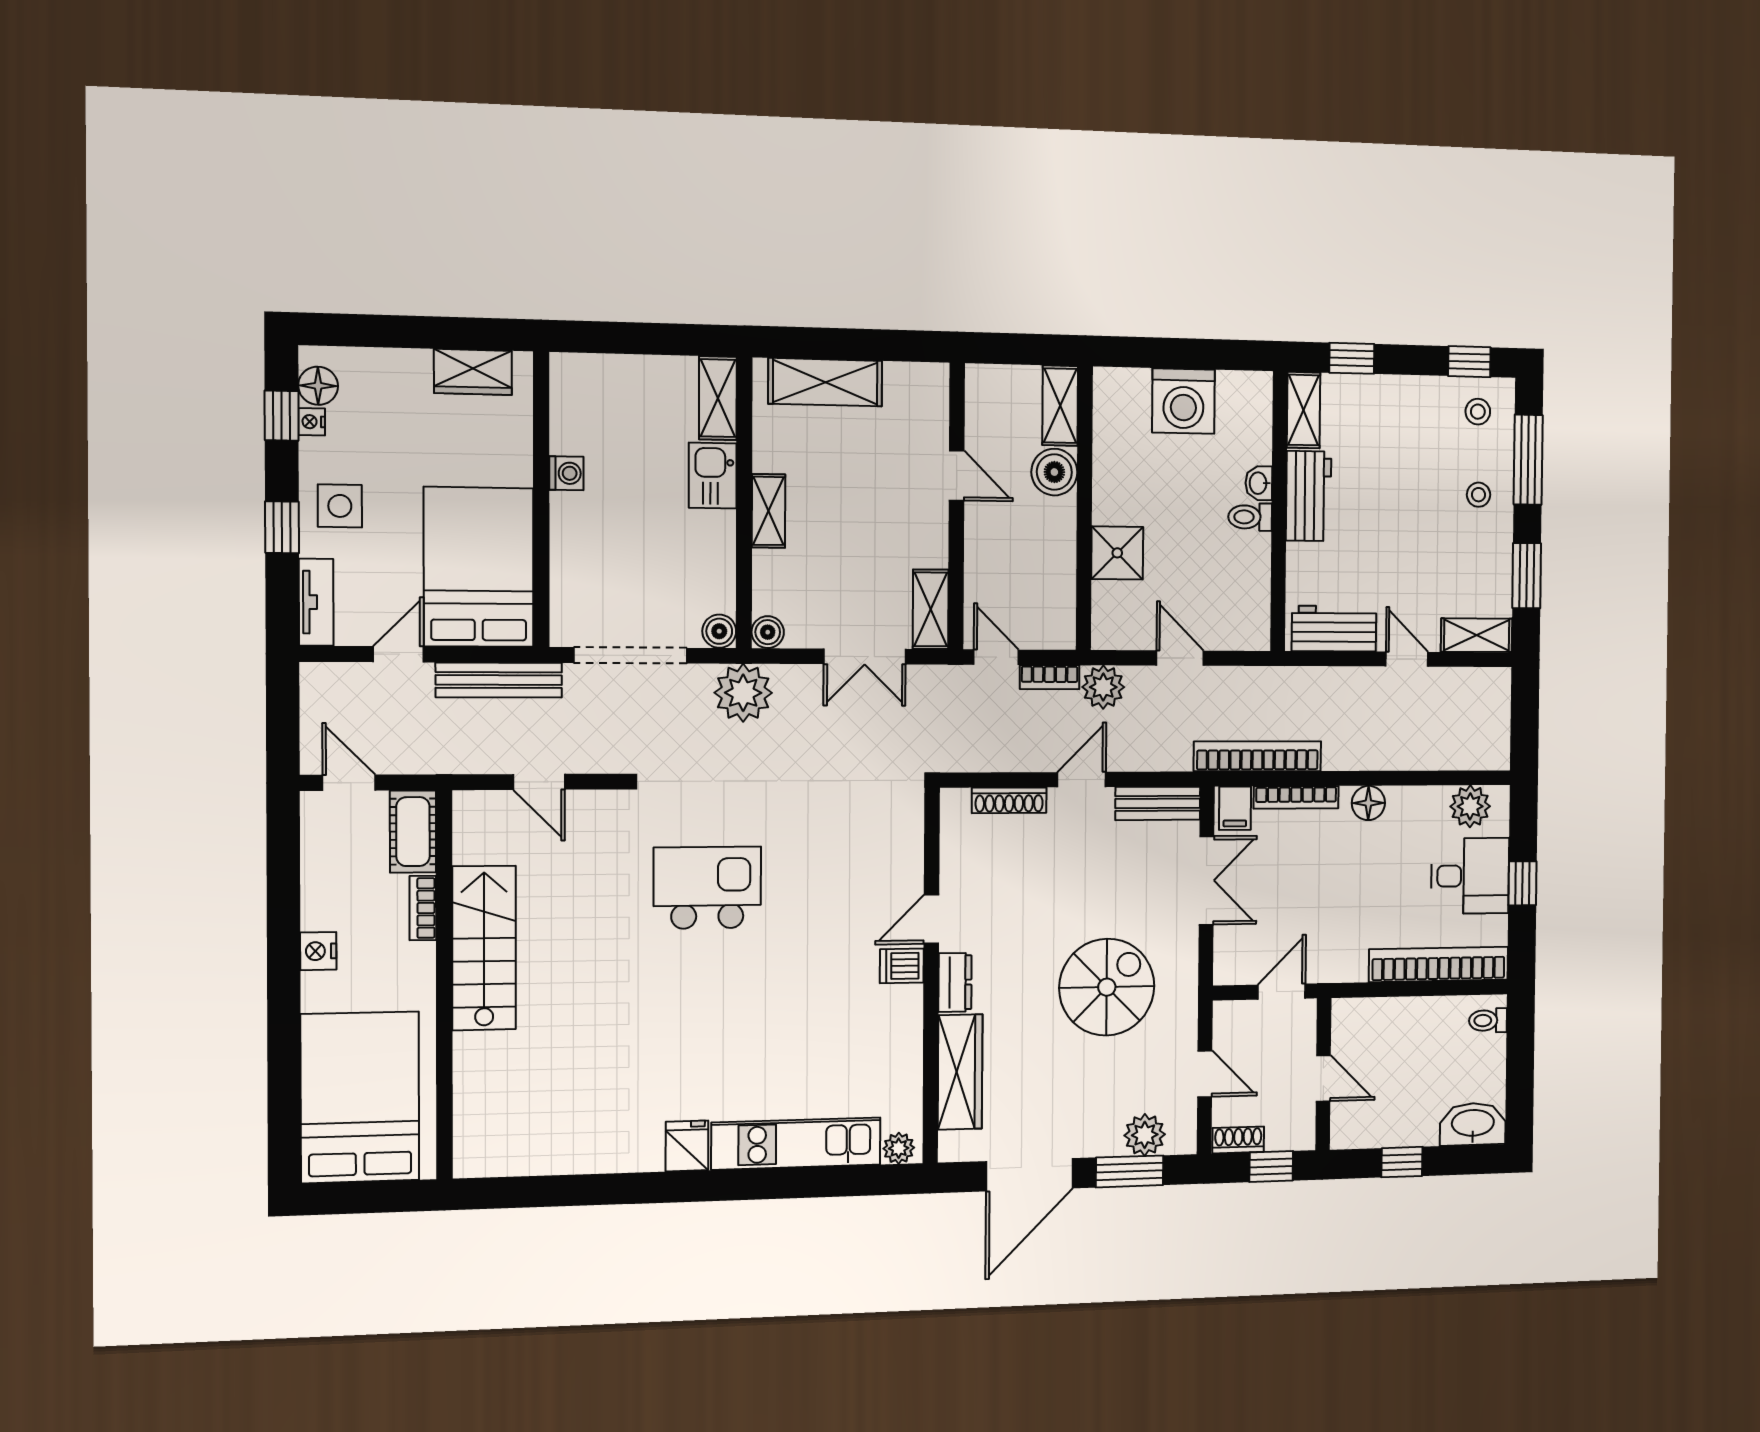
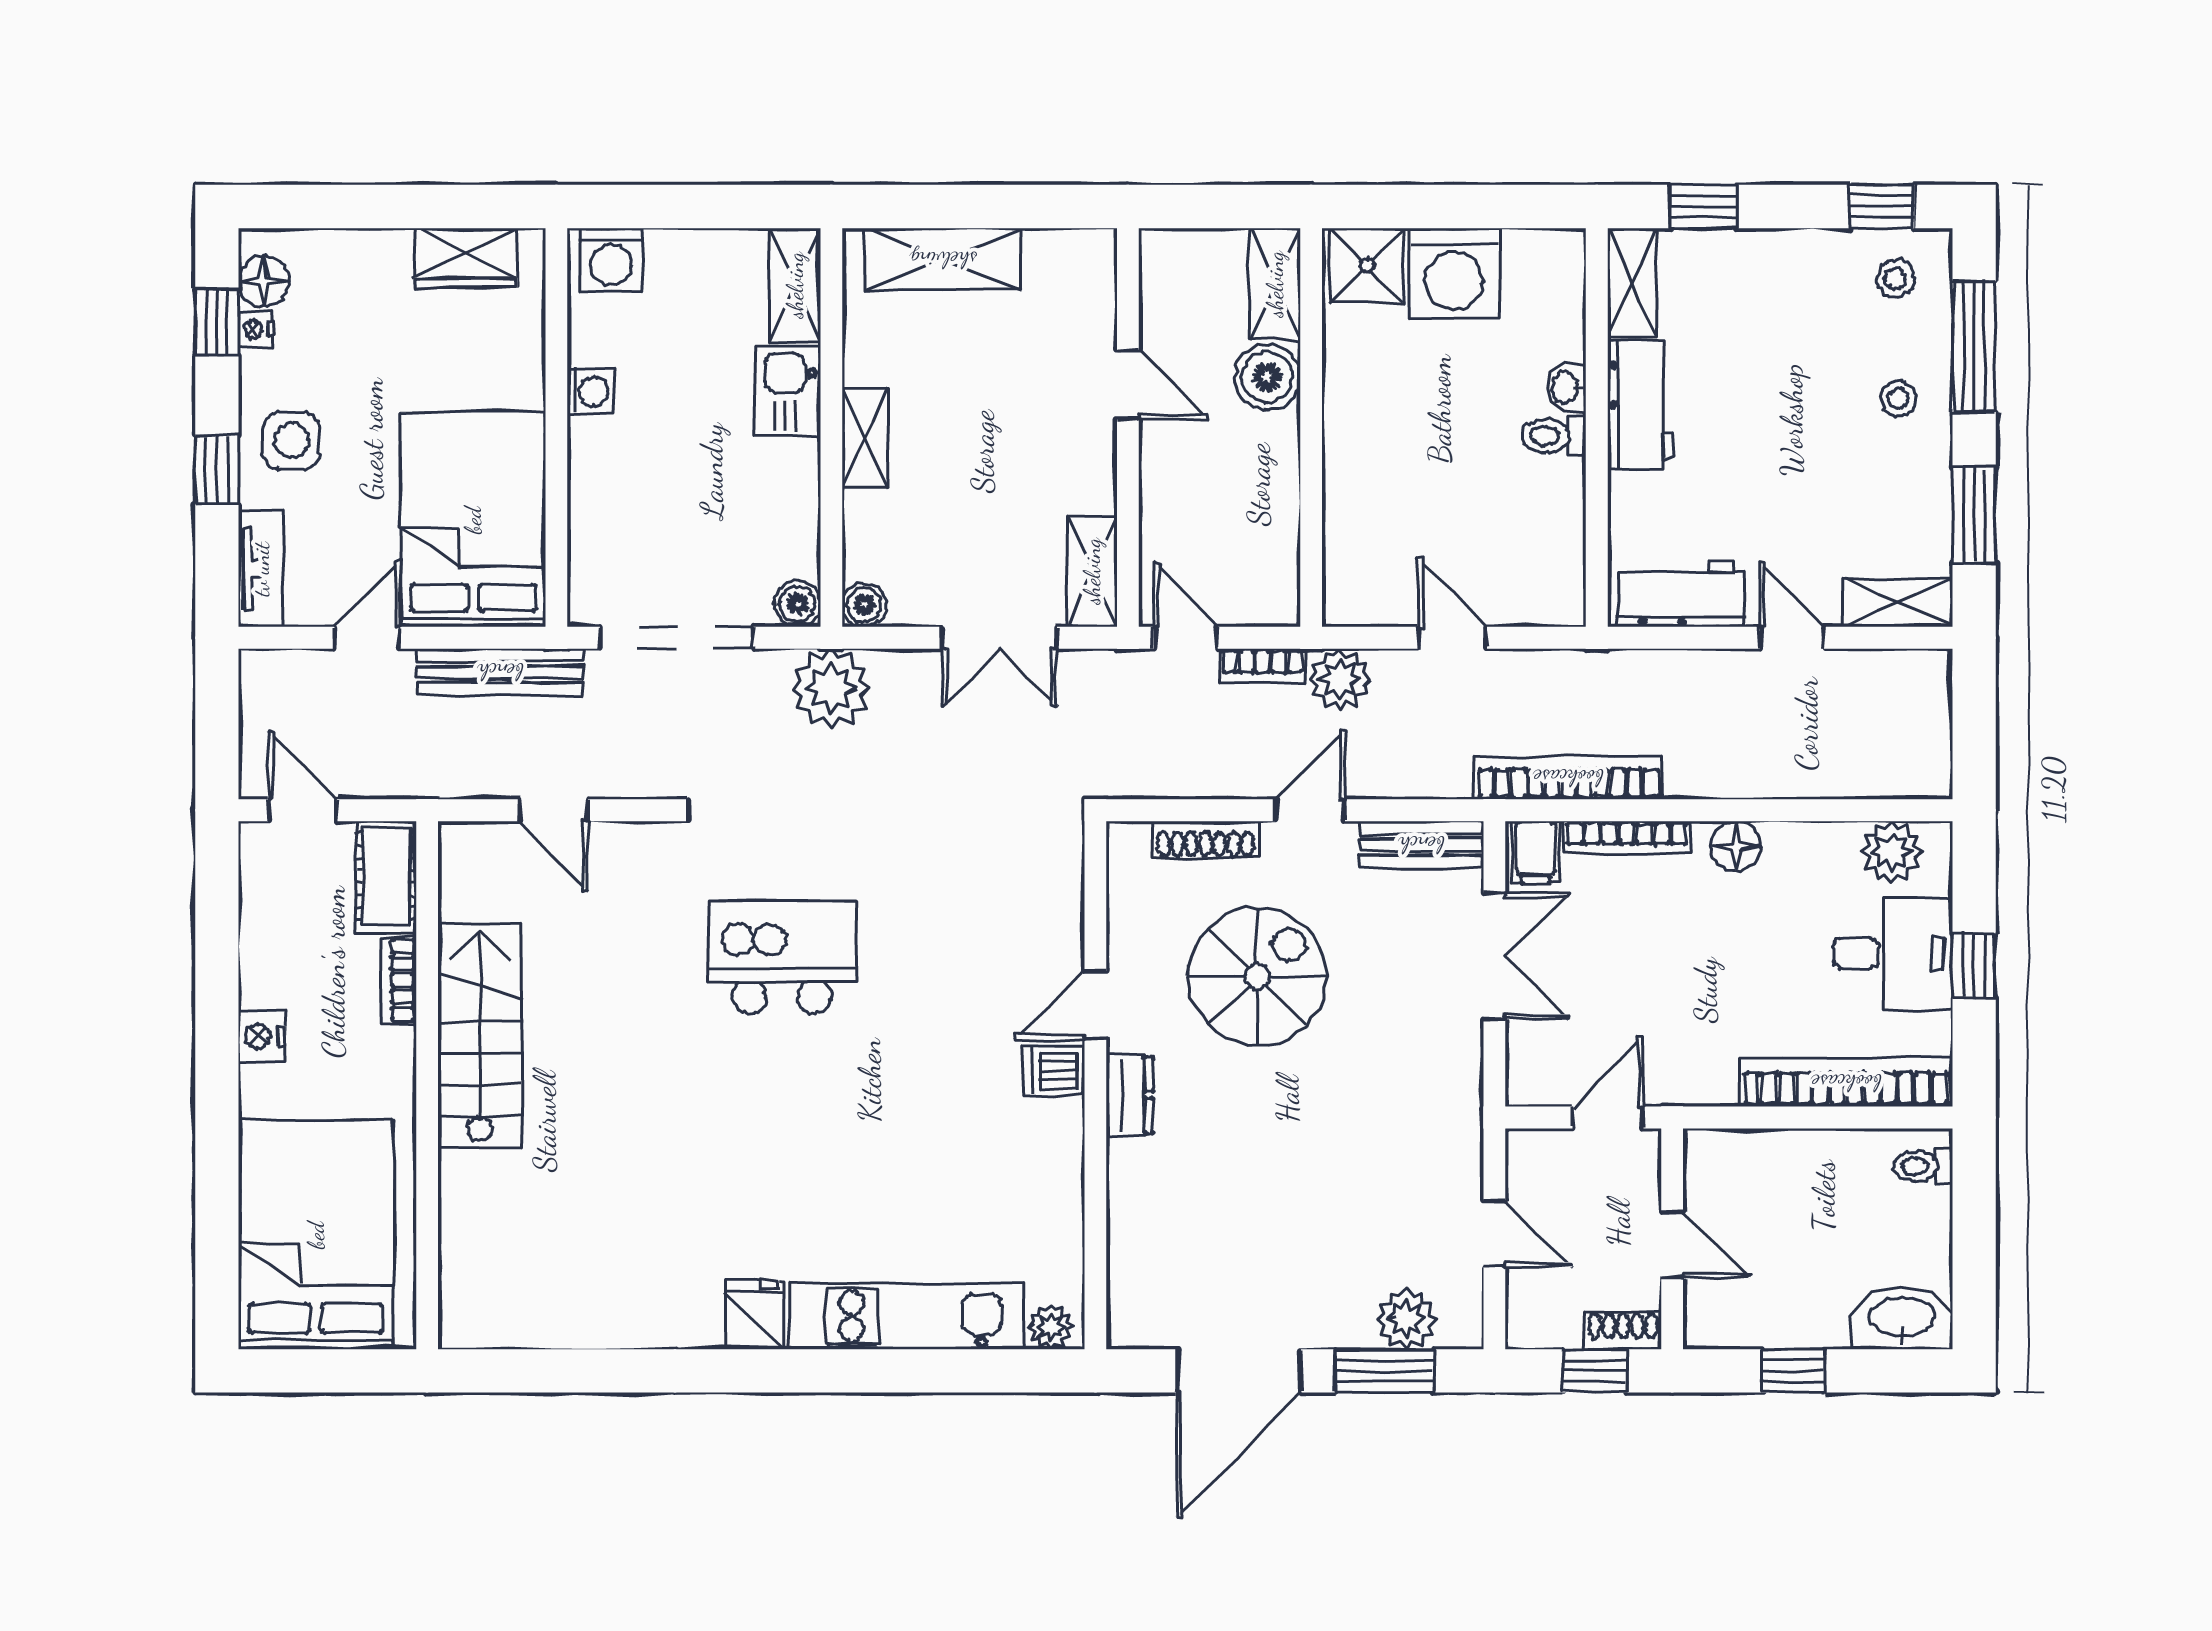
washing machine: (582, 376) -> (611, 260), added
shower: (1117, 553) -> (1367, 266), moved
spiral stairs: (1107, 987) -> (1257, 977), moved
wardrobe: (960, 1072) -> (1138, 1222), removed
shoe rack: (1238, 1140) -> (1623, 1331), moved

